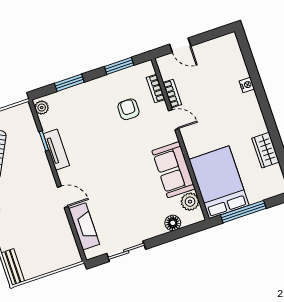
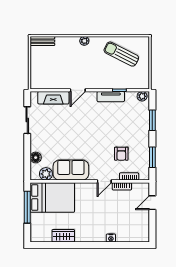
armchair: (128, 109) -> (121, 154), turned 90

